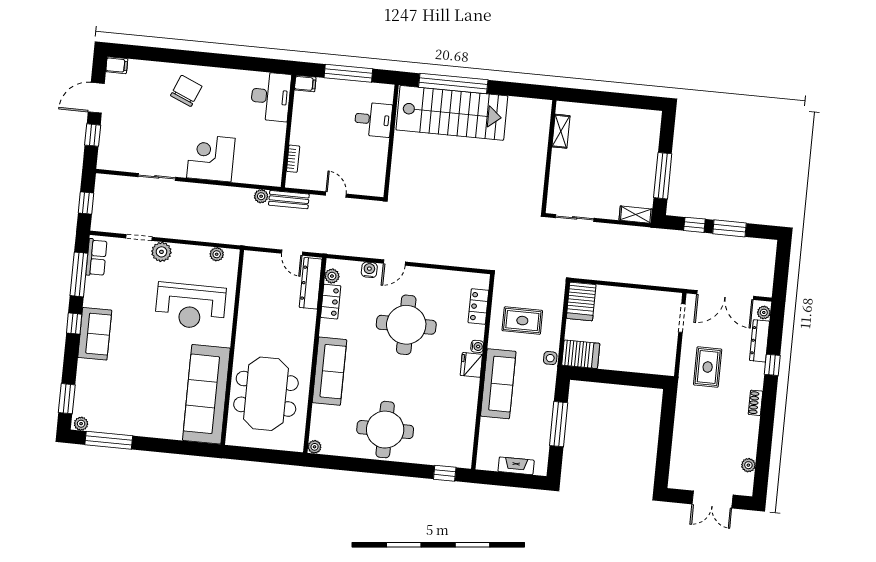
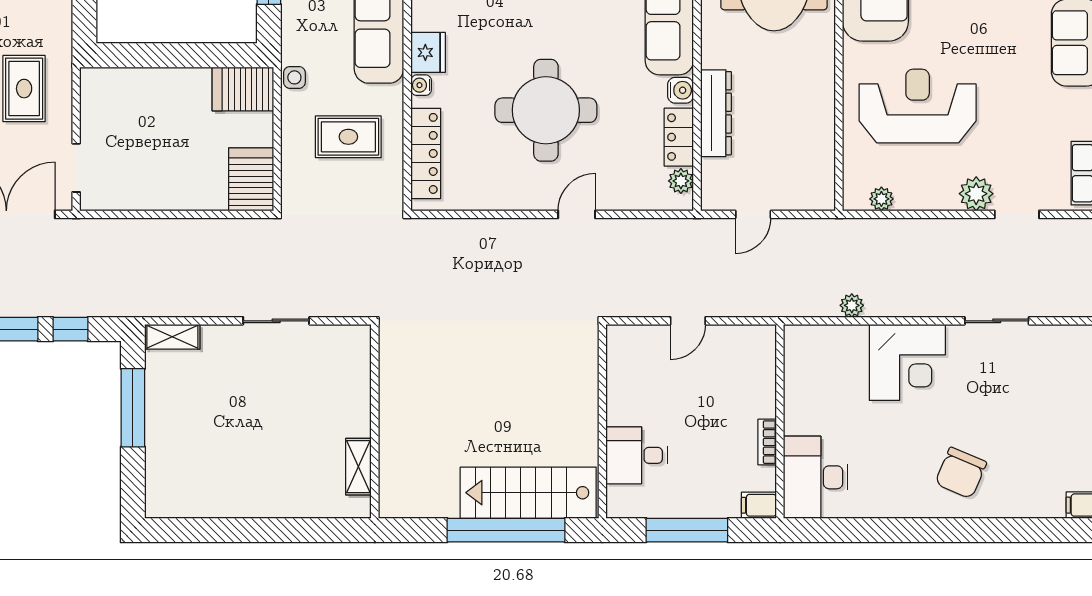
stairs: (452, 113) -> (528, 493), width x0.73, depth x0.66
shelving: (561, 131) -> (358, 467), moved
wall: (549, 157) -> (375, 421), moved
bookcase: (293, 159) -> (767, 442), moved
door: (336, 195) -> (688, 321), hinge flipped
plant: (261, 196) -> (852, 305), moved
bench: (289, 200) -> (767, 304), removed
door: (292, 253) -> (753, 214), swing flipped
water cooler: (369, 270) -> (681, 90), moved, turned -90
dresser: (311, 283) -> (716, 113), moved
locker: (478, 307) -> (426, 153), width x1.53

